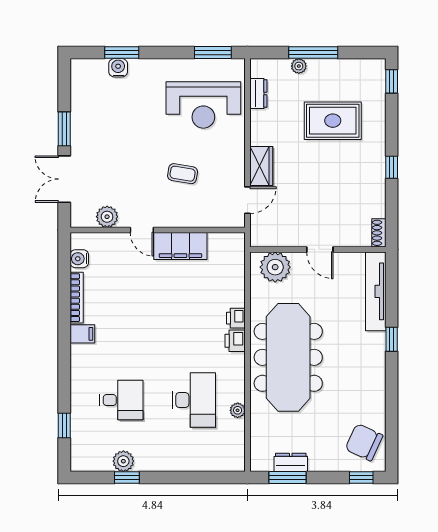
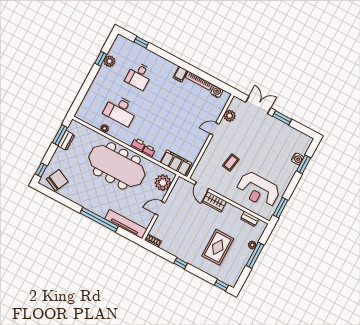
reception desk: (203, 105) -> (258, 190), turned -90
filing cabinet: (180, 246) -> (176, 163), moved, turned 90
window: (392, 339) -> (99, 220), width x3.17

